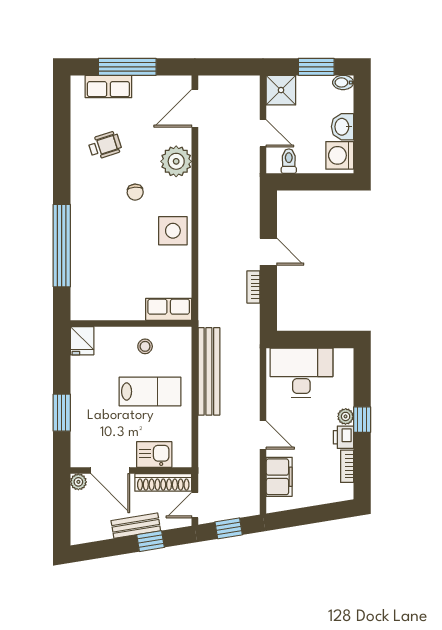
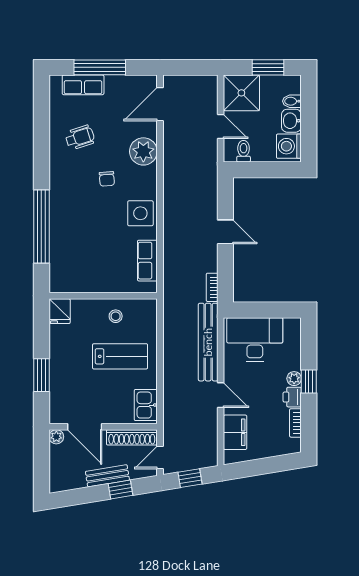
bidet: (343, 82) -> (292, 101), moved
shower: (281, 90) -> (241, 93), width x1.36, depth x1.36
bookcase: (253, 287) -> (212, 287), moved
row of seats: (169, 309) -> (147, 261), moved, turned -90
bench: (209, 371) -> (208, 342), moved
kitchen sink: (154, 455) -> (146, 405), moved, turned -90

